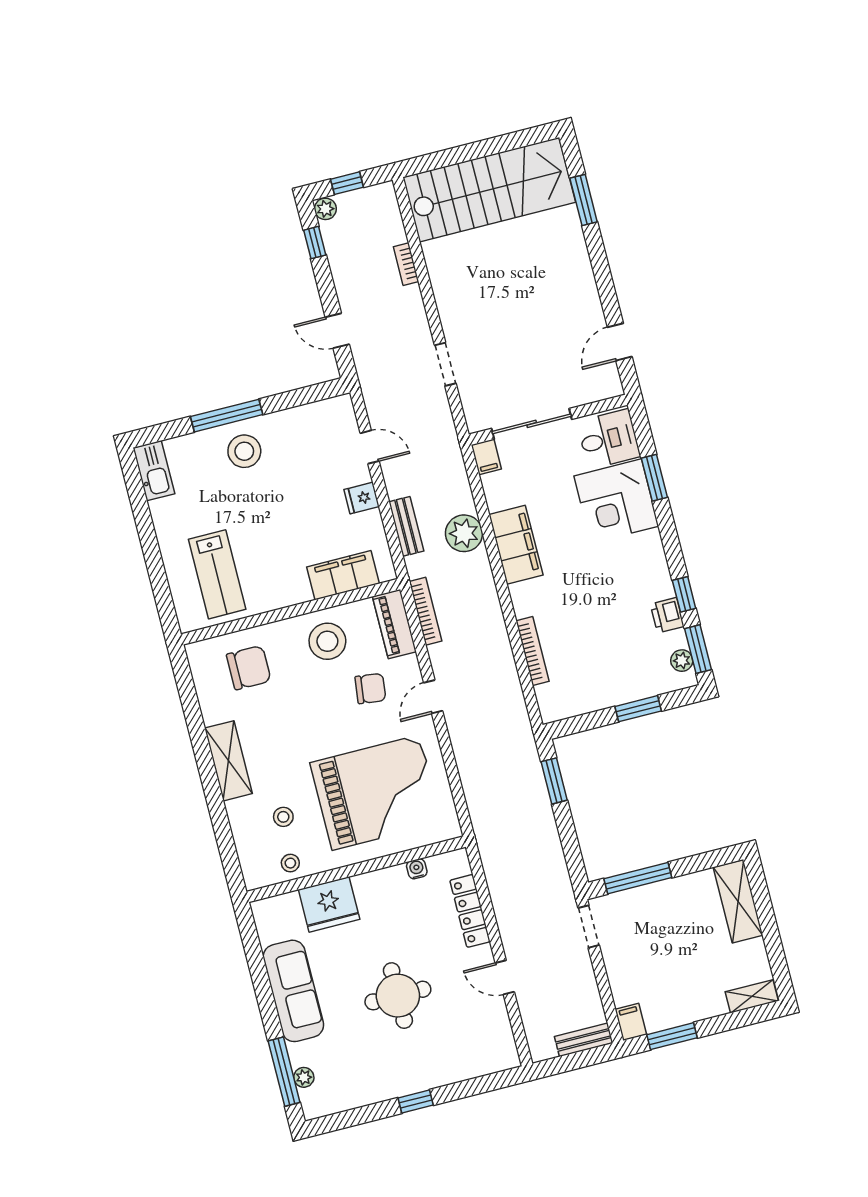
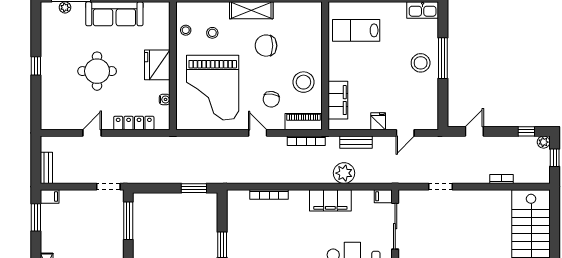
chair: (249, 668) -> (266, 46), moved, turned 90
fridge: (329, 904) -> (157, 65), moved

